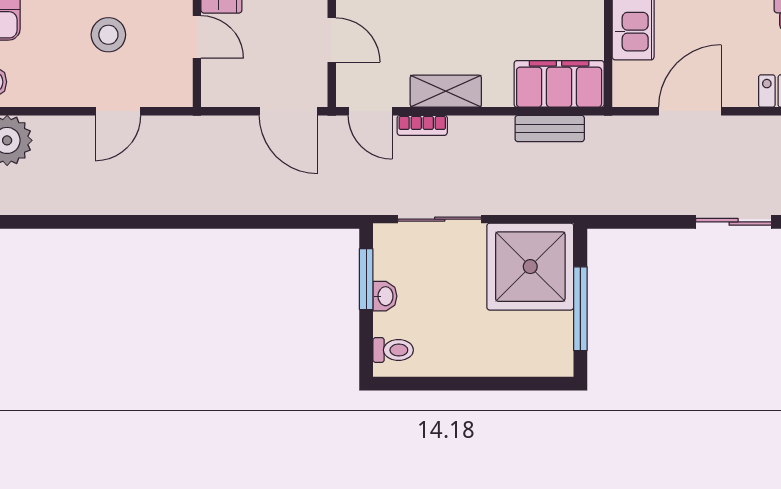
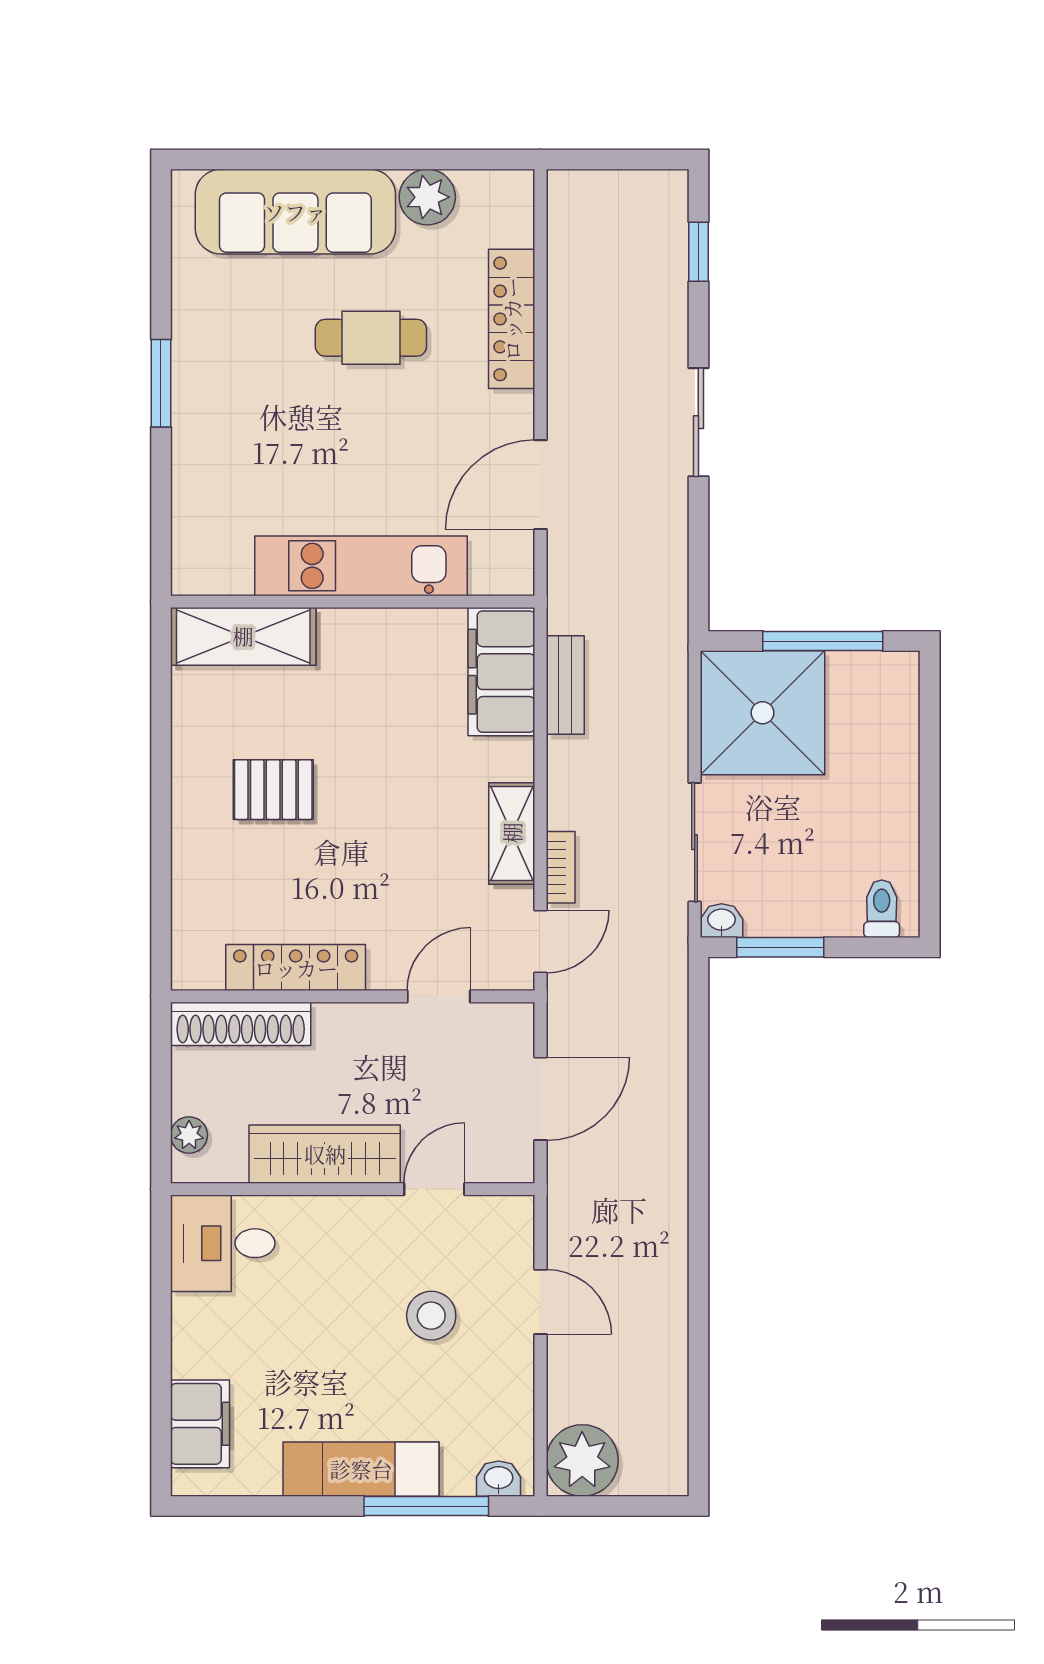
door: (288, 111) -> (540, 1099), moved
door: (690, 111) -> (540, 485), hinge flipped
washbasin: (385, 296) -> (722, 921), moved

